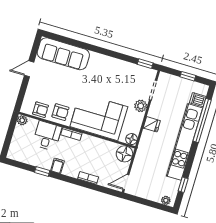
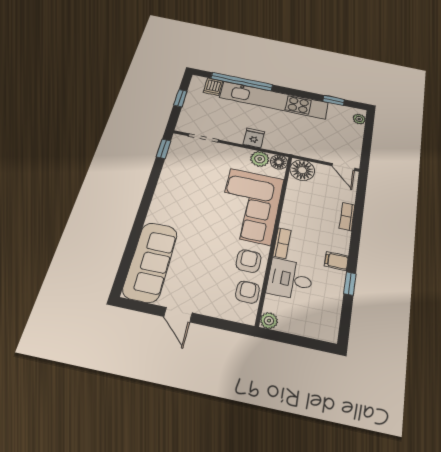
plant: (141, 106) -> (260, 159), moved

